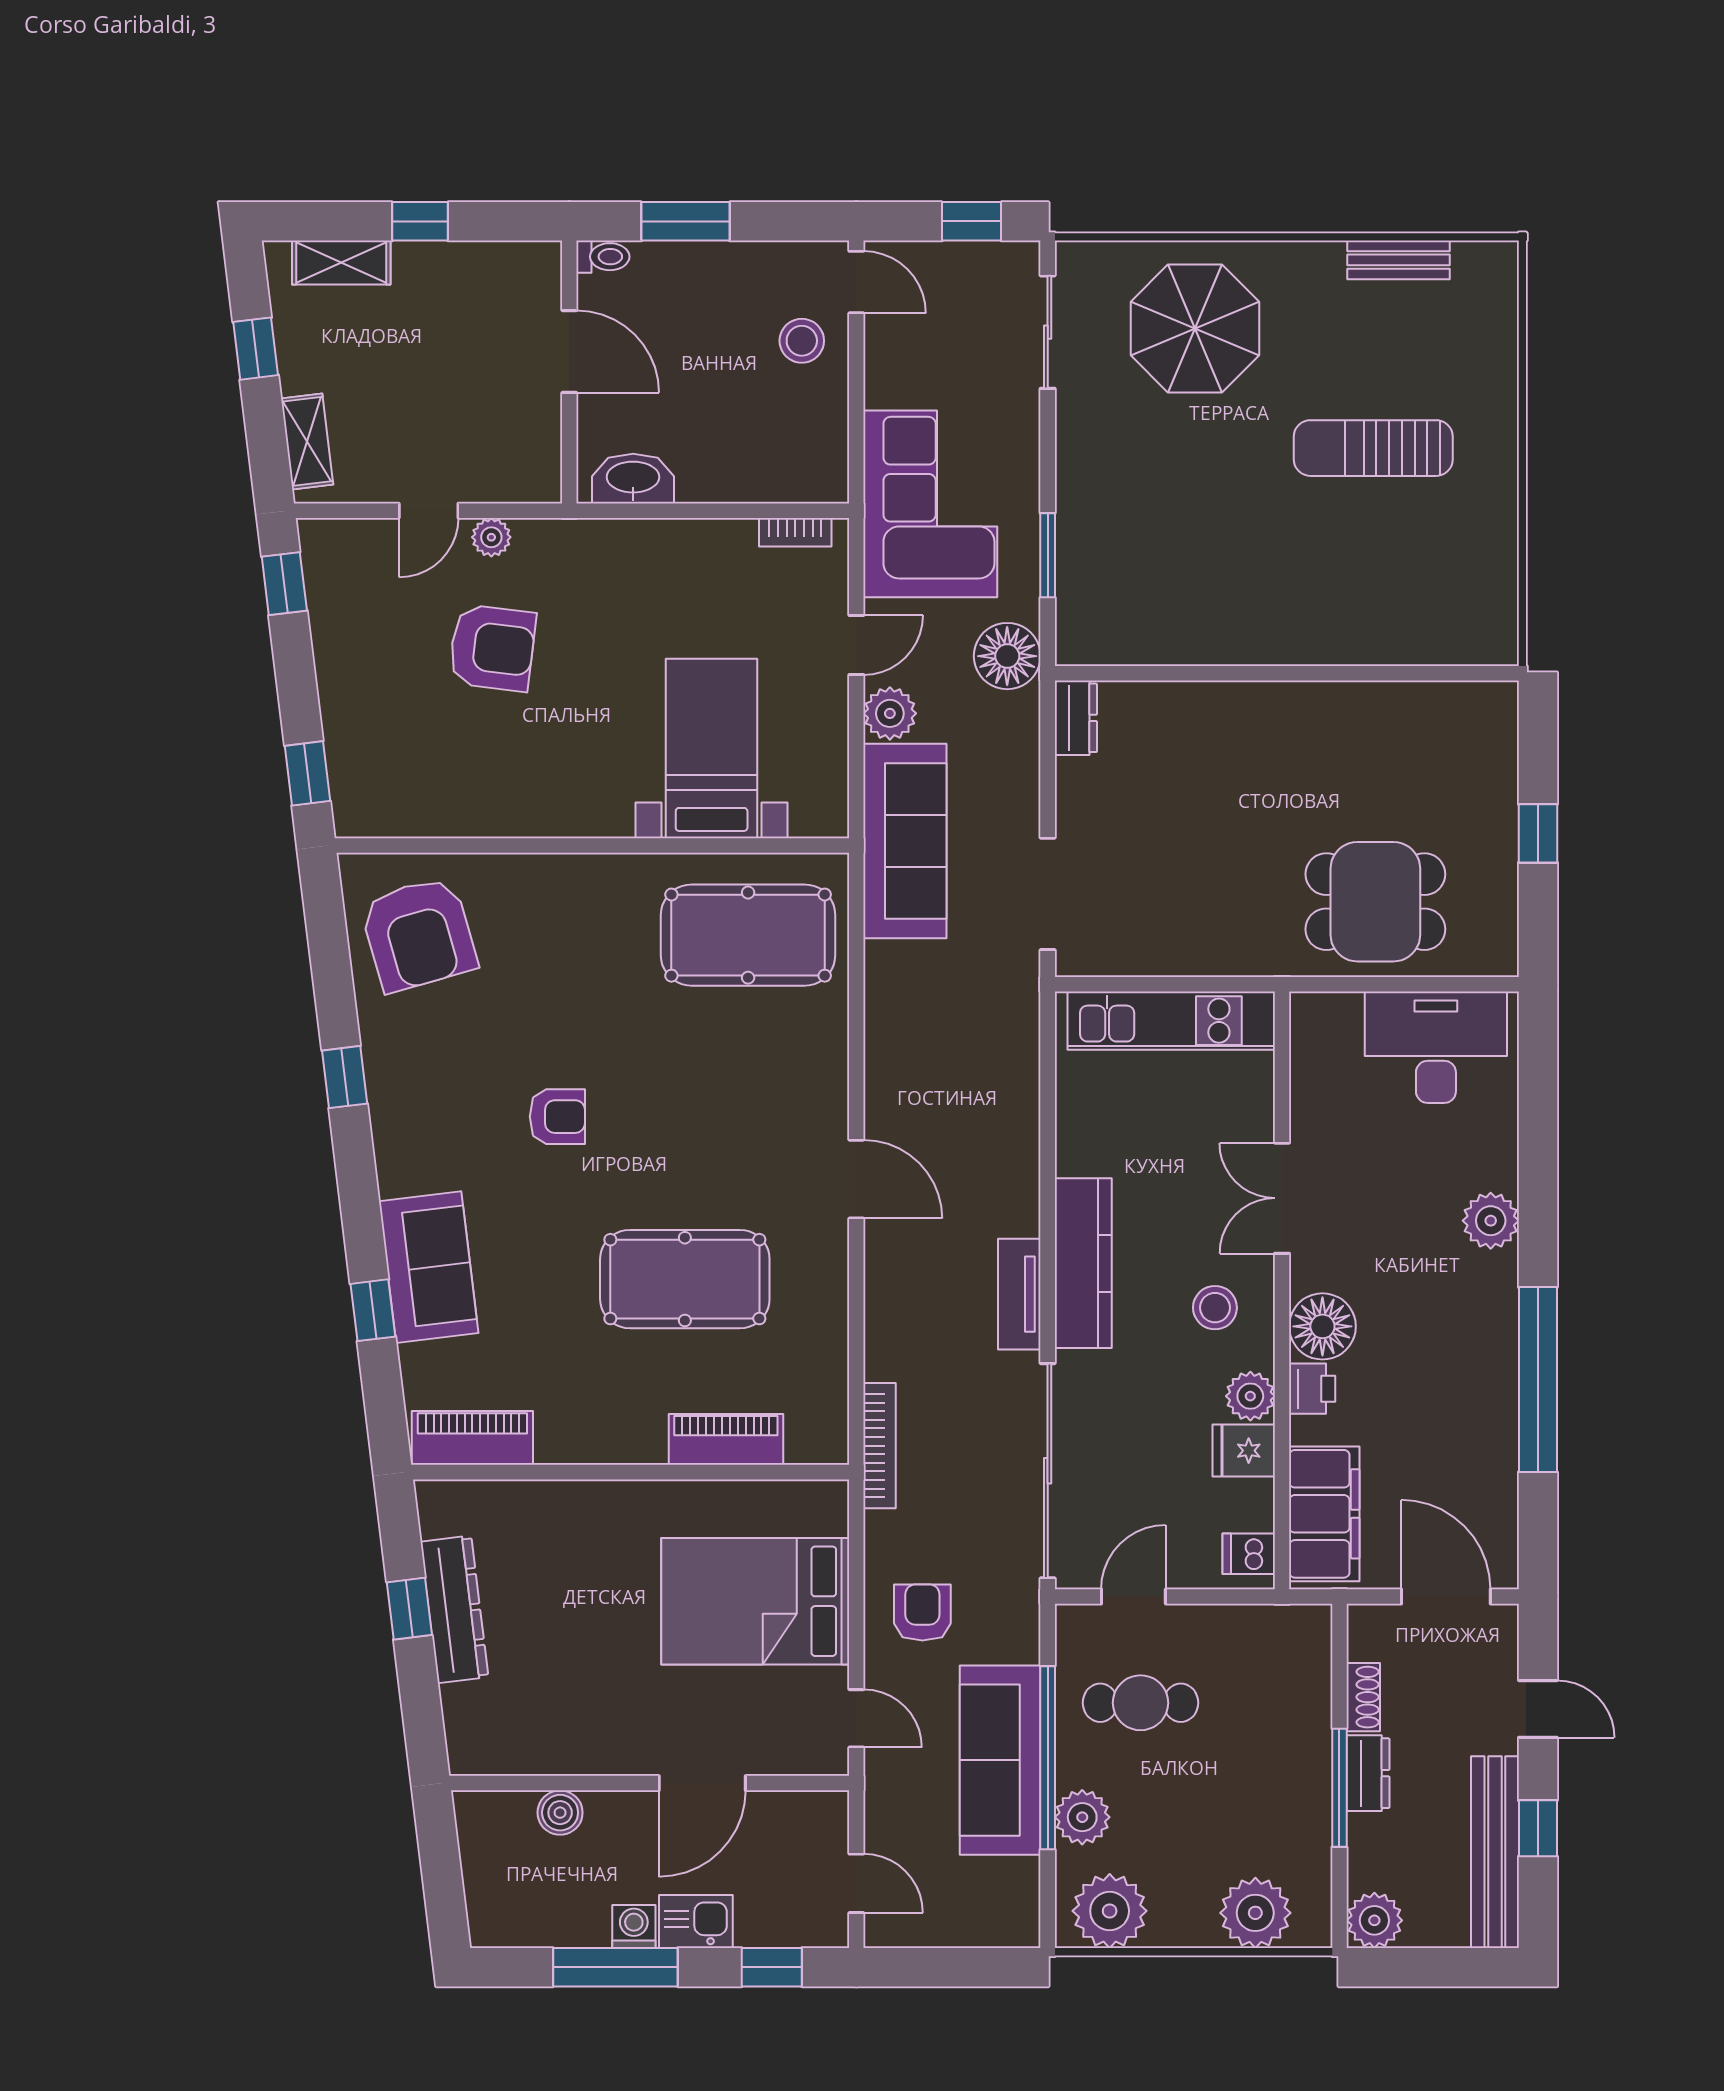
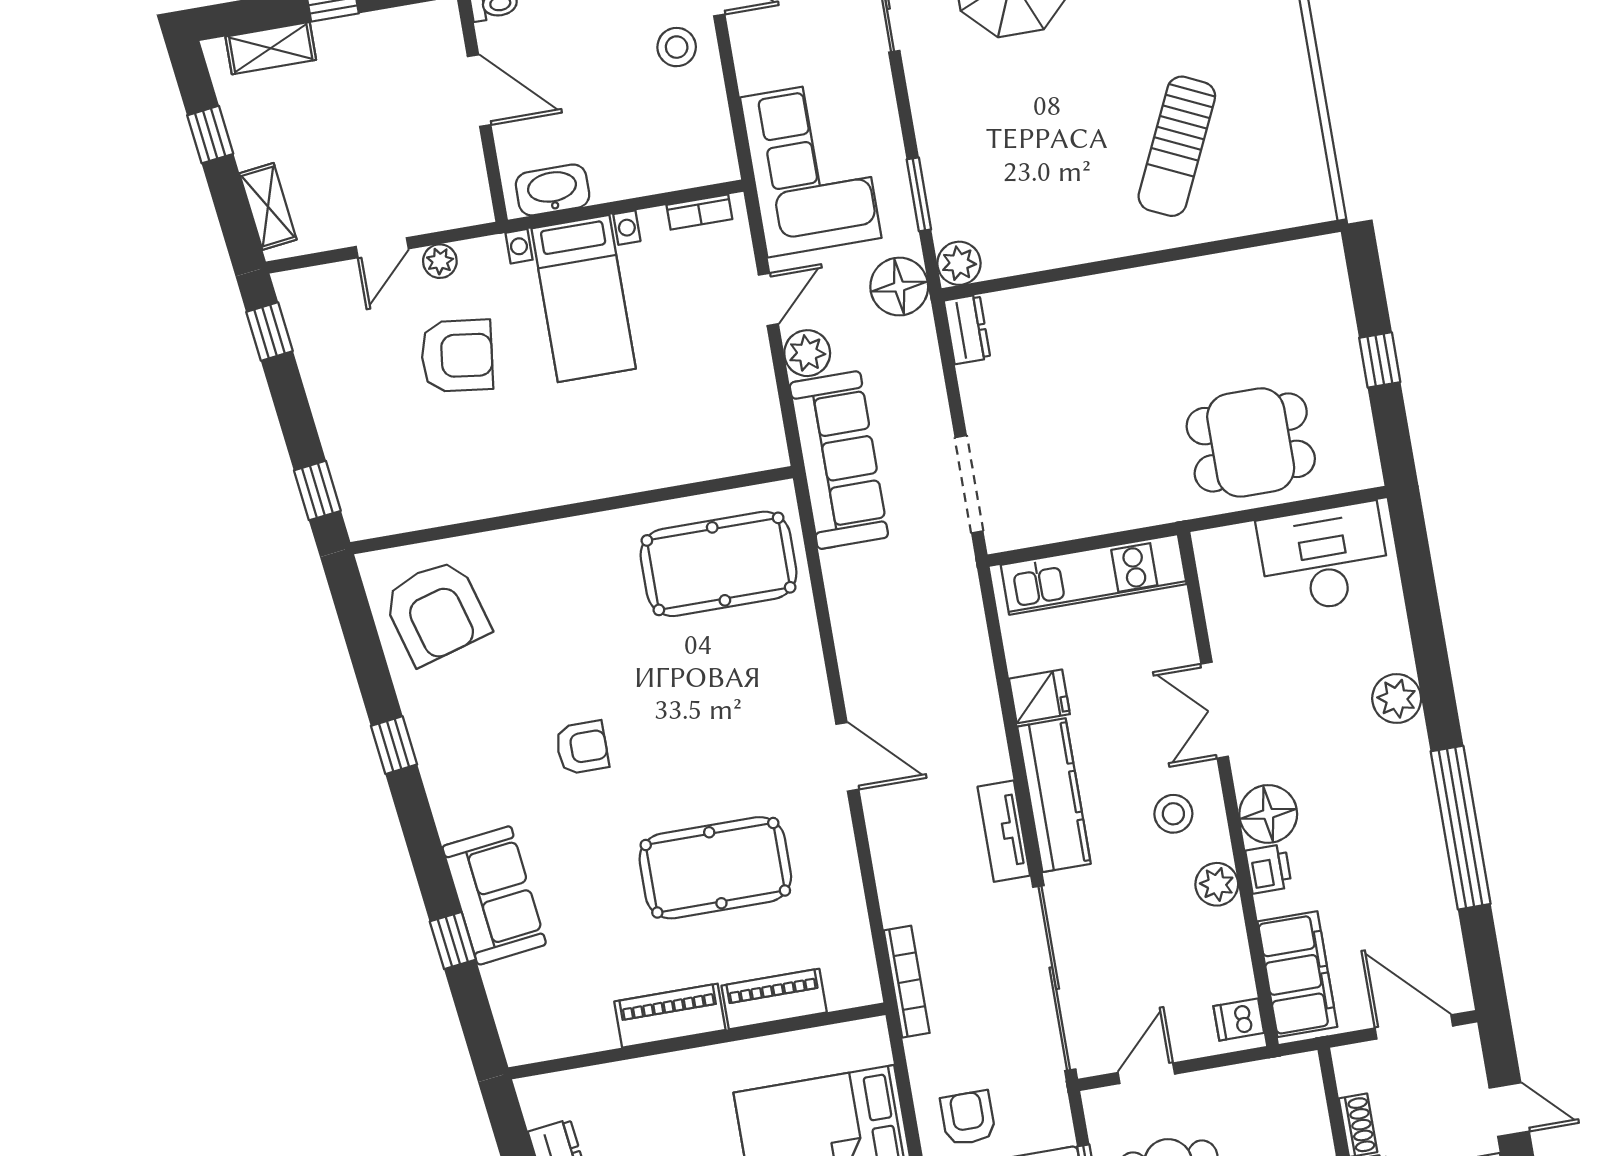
sun lounger: (1373, 448) -> (1177, 146), moved, turned -65
plant: (1080, 641) -> (959, 263), added
bed with nightstands: (712, 749) -> (584, 298), moved, turned 180
piano: (472, 1438) -> (670, 1016), moved
fridge: (1244, 1451) -> (1039, 696), moved, turned 180

